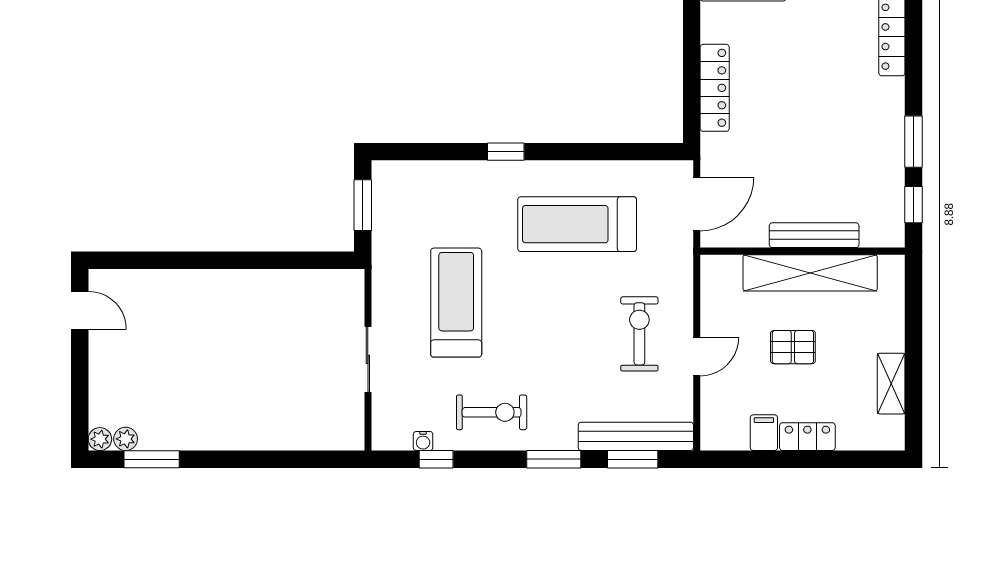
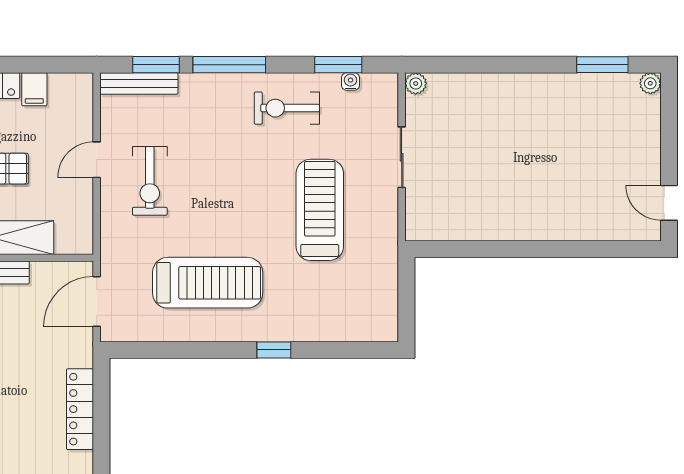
window: (363, 205) -> (406, 300), removed
treadmill: (456, 303) -> (320, 210), turned 180
bench: (636, 436) -> (139, 83), width x0.73, depth x0.82
plant: (126, 439) -> (416, 83), moved
window: (436, 459) -> (338, 65), width x1.50
window: (554, 459) -> (229, 65), width x1.44

